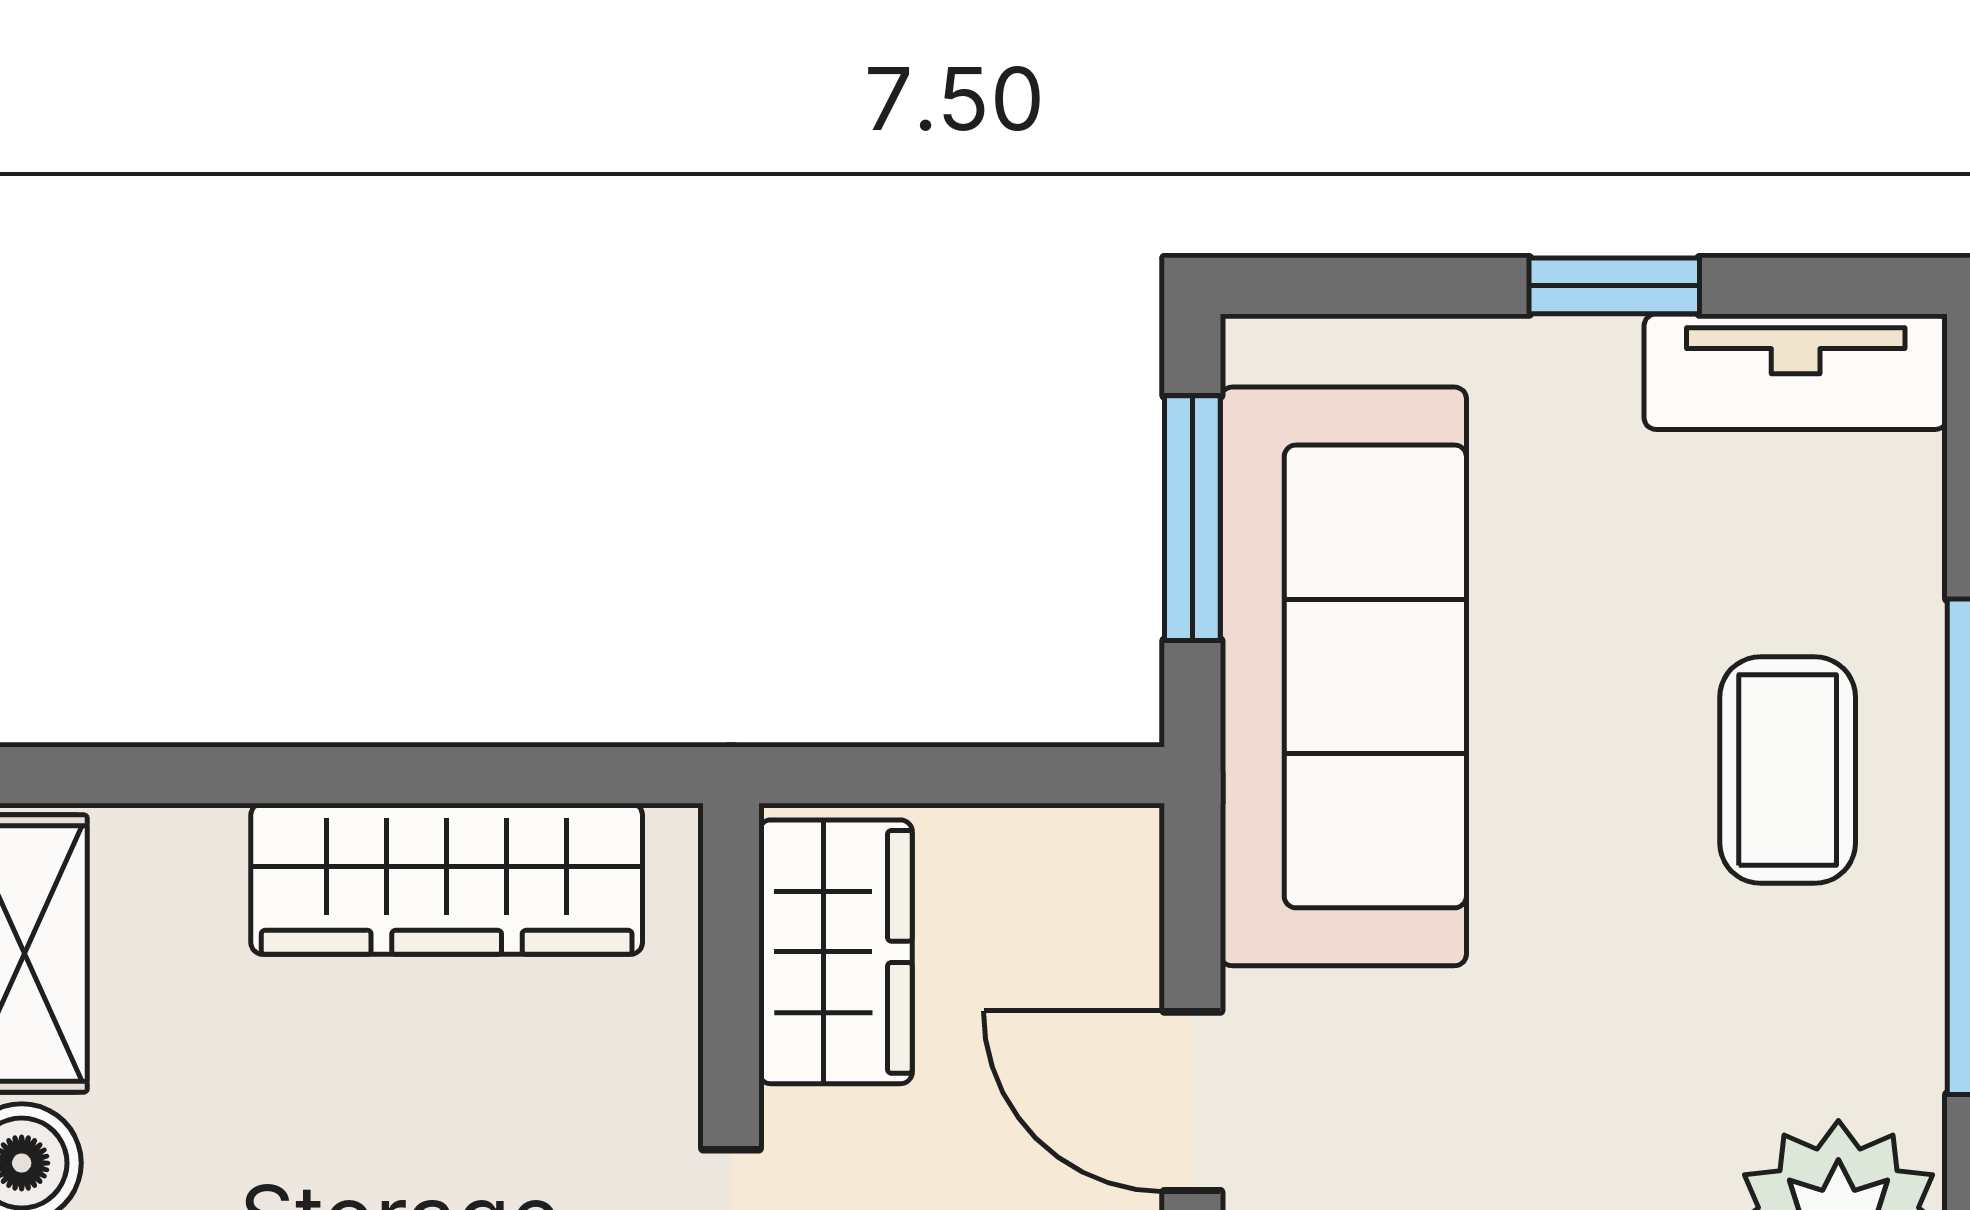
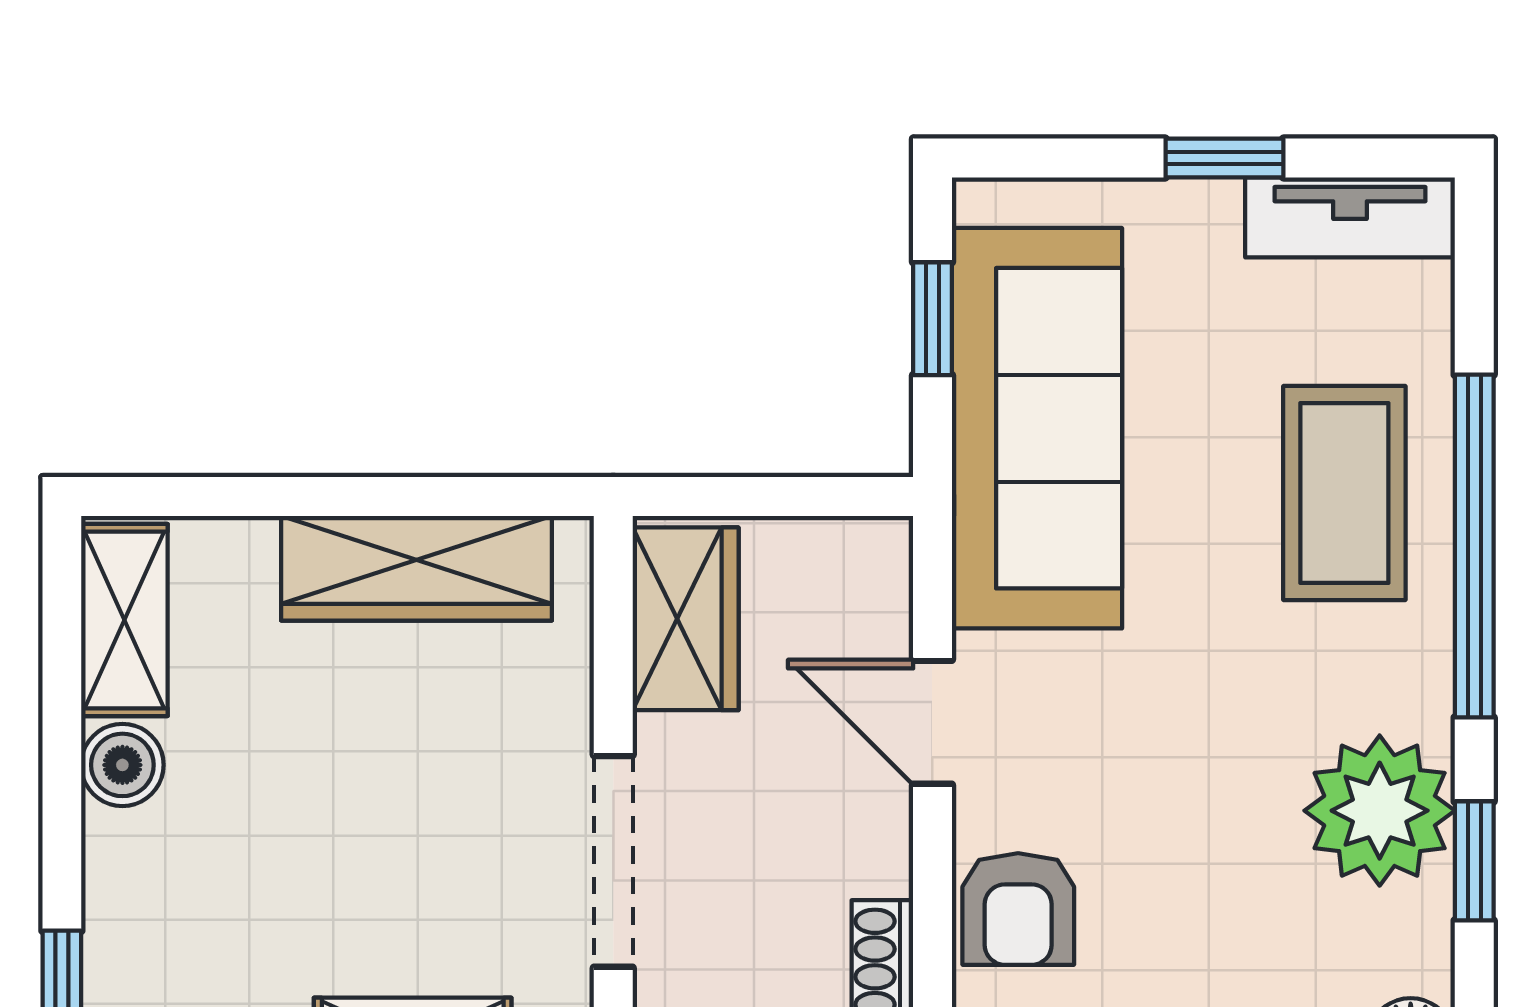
window: (1192, 518) -> (932, 319), width x0.67
coffee table: (1788, 770) -> (1344, 493), width x1.36, depth x1.30

